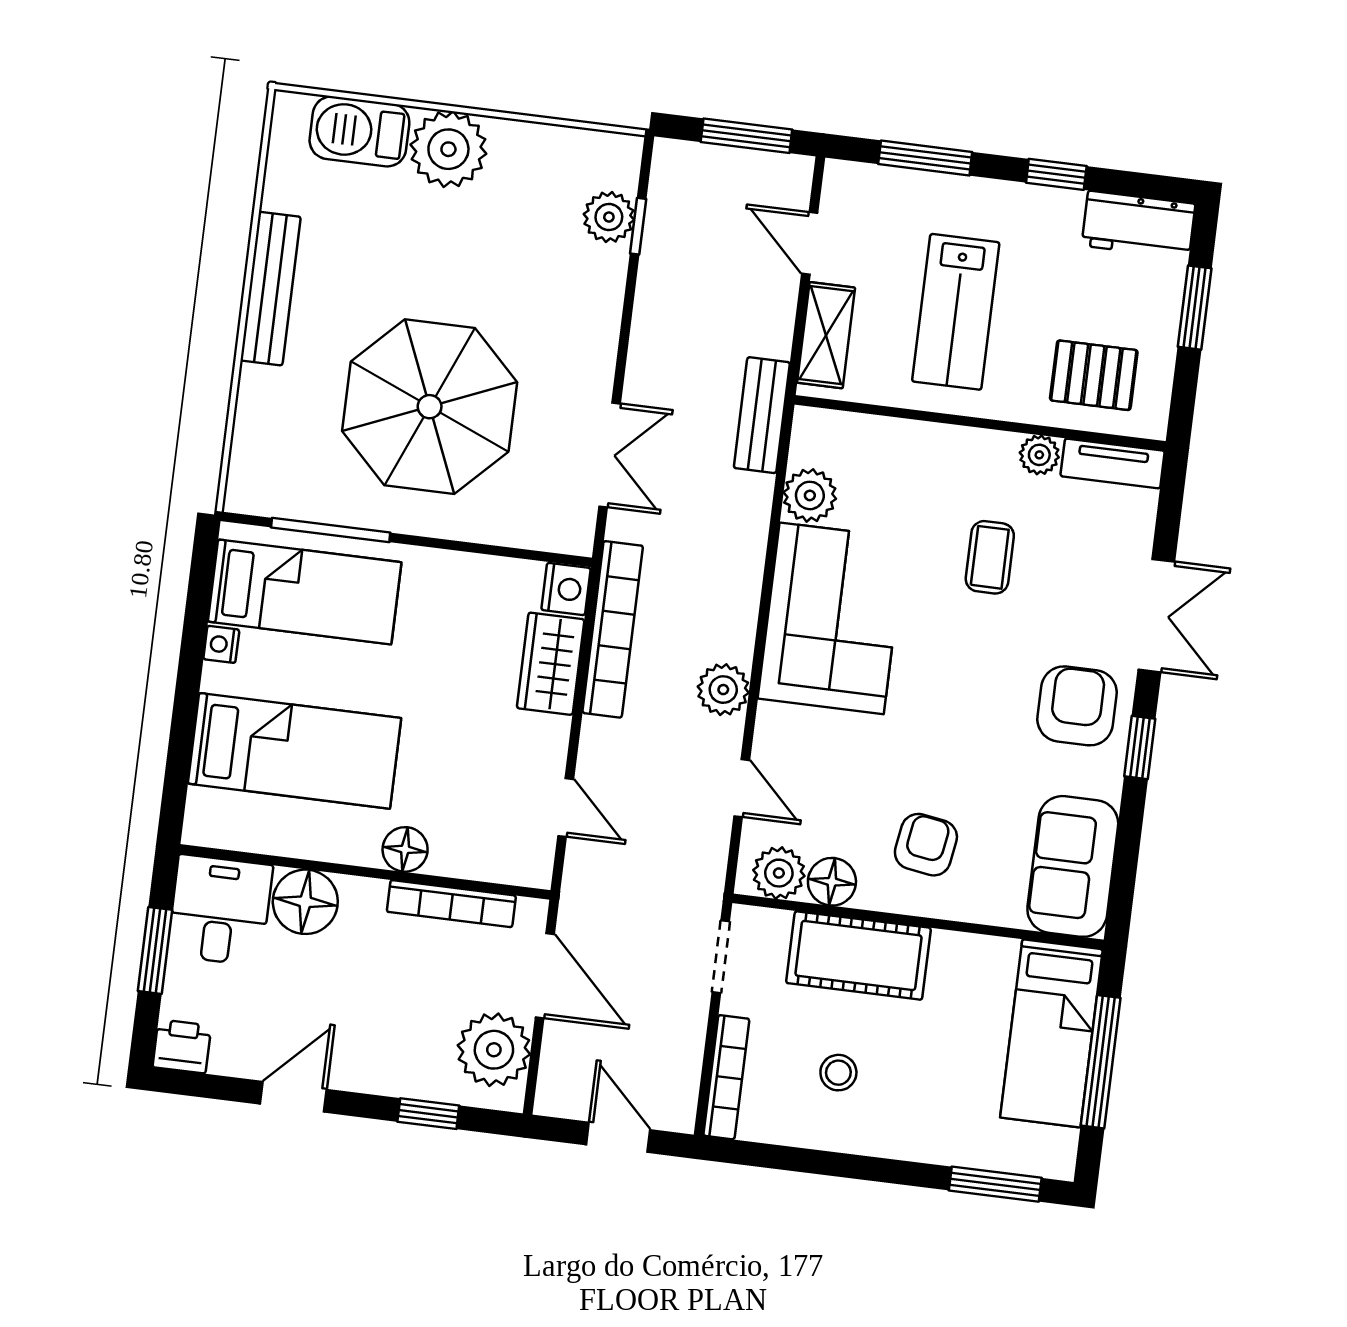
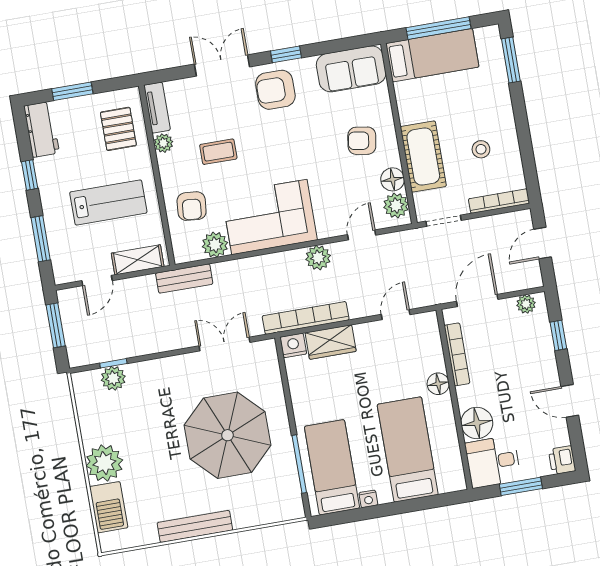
armchair: (899, 473) -> (192, 206), added
plant: (494, 1050) -> (526, 304), width x0.53, depth x0.53

